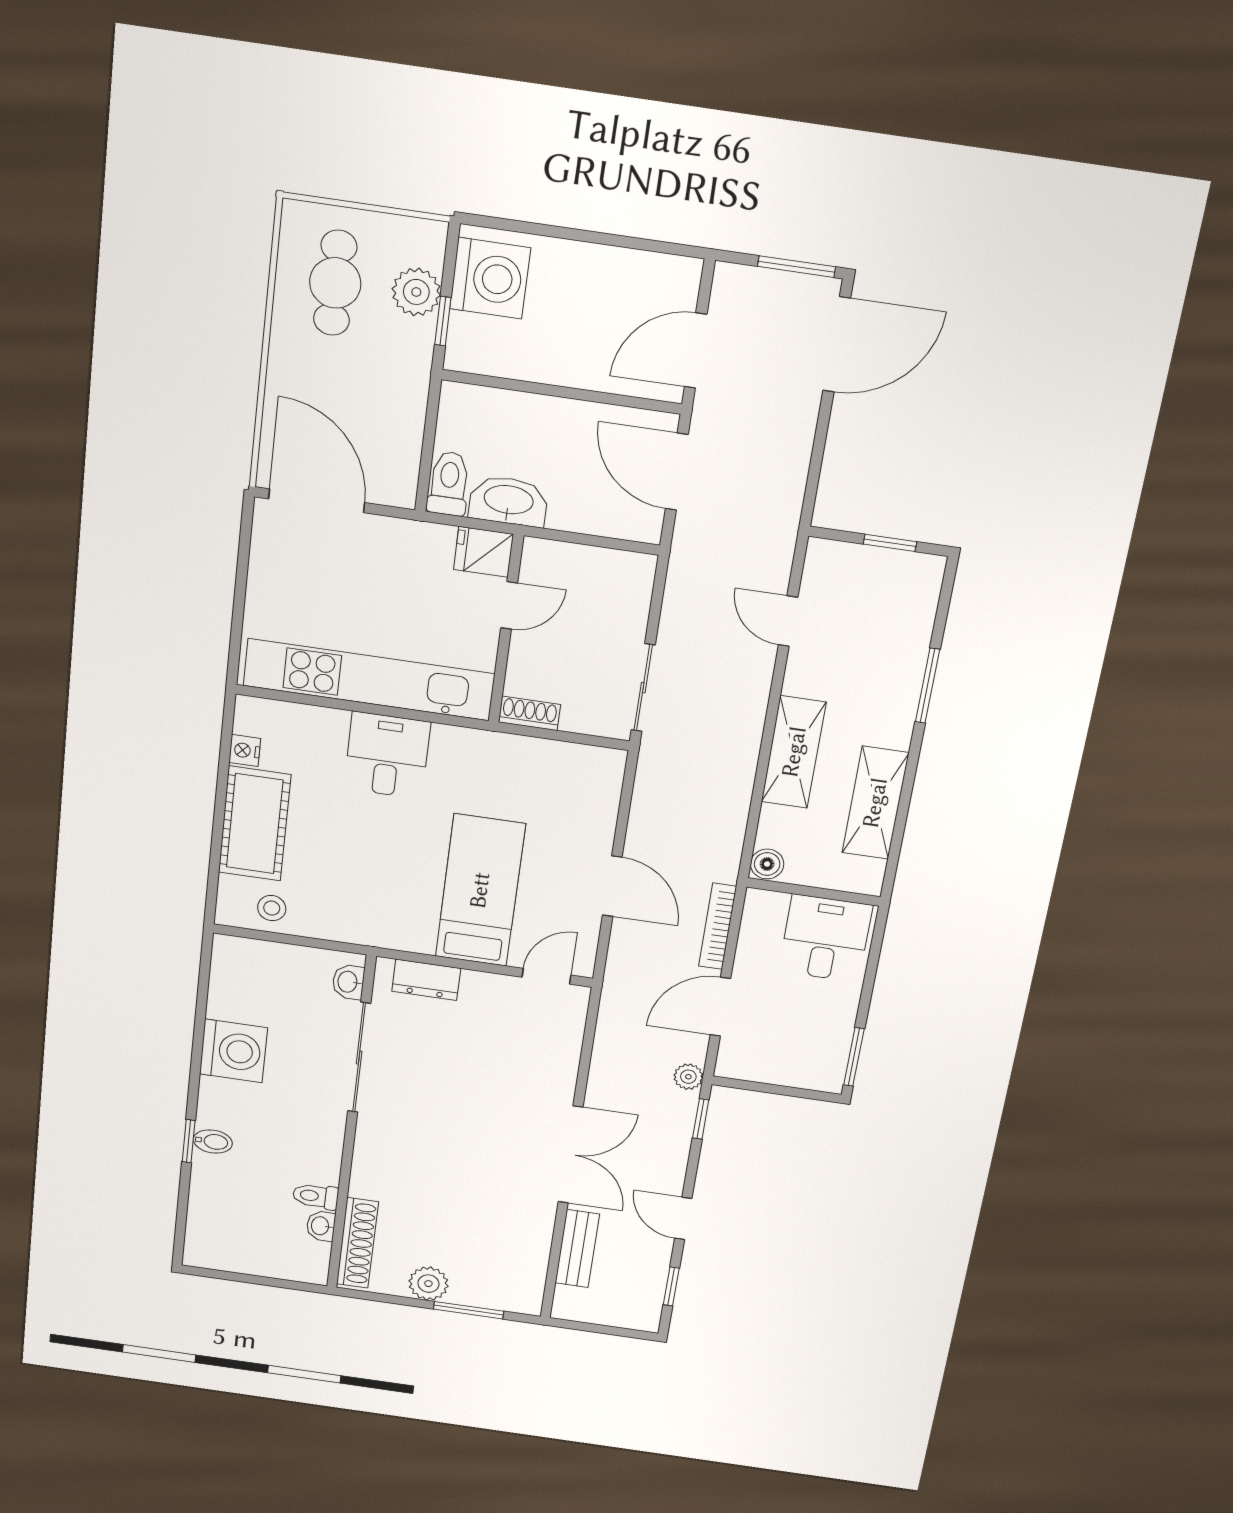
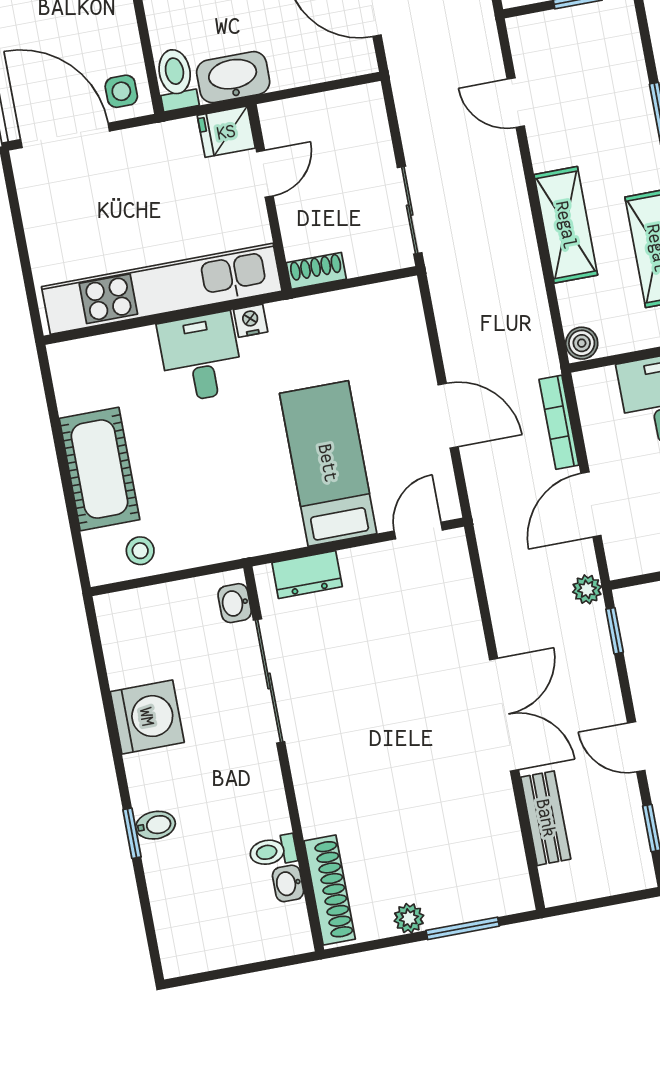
side table: (388, 477) -> (121, 91), added
nightstand: (245, 750) -> (251, 321), moved, turned 90
plant: (428, 1284) -> (409, 918), width x0.73, depth x0.73

